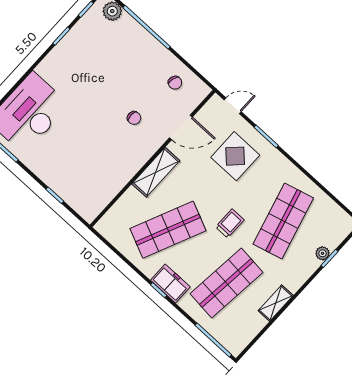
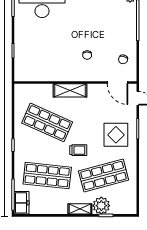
door: (181, 127) -> (118, 83), moved
display table: (235, 156) -> (116, 135), moved
plant: (323, 253) -> (101, 206), width x1.87, depth x1.87
freezer: (170, 283) -> (22, 203), moved
shelving: (276, 303) -> (80, 209), moved

